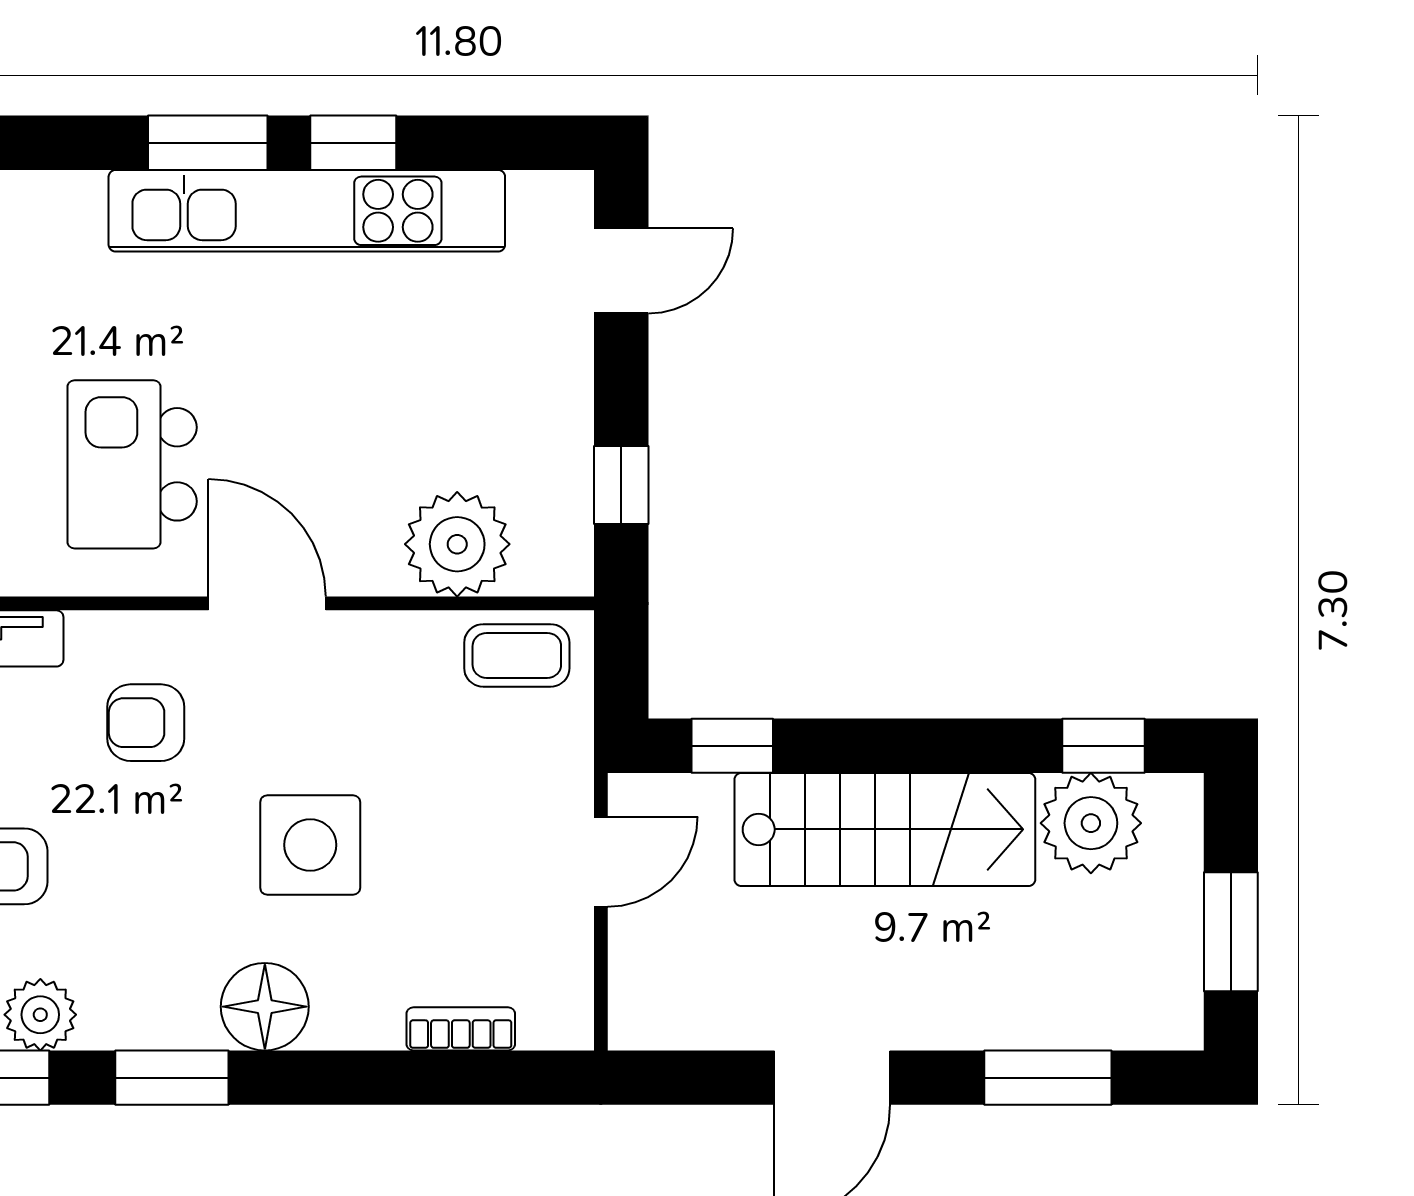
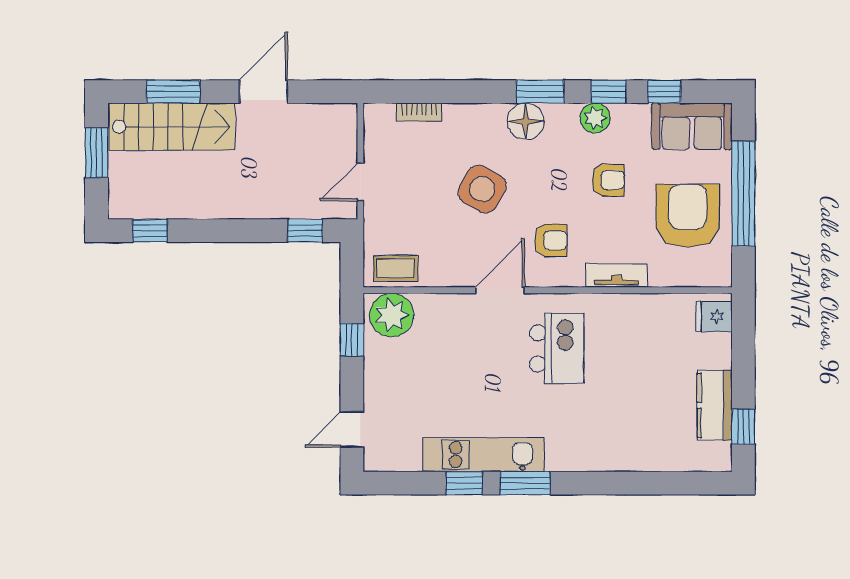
kitchen unit: (307, 211) -> (484, 455), width x0.73
plant: (457, 544) -> (392, 315), moved
door: (267, 603) -> (500, 290), swing flipped
plant: (1091, 823) -> (155, 198), removed
stairs: (885, 829) -> (172, 127), moved, turned 180
side table: (310, 845) -> (482, 189), turned 30
floor lamp: (265, 1007) -> (526, 121), moved

